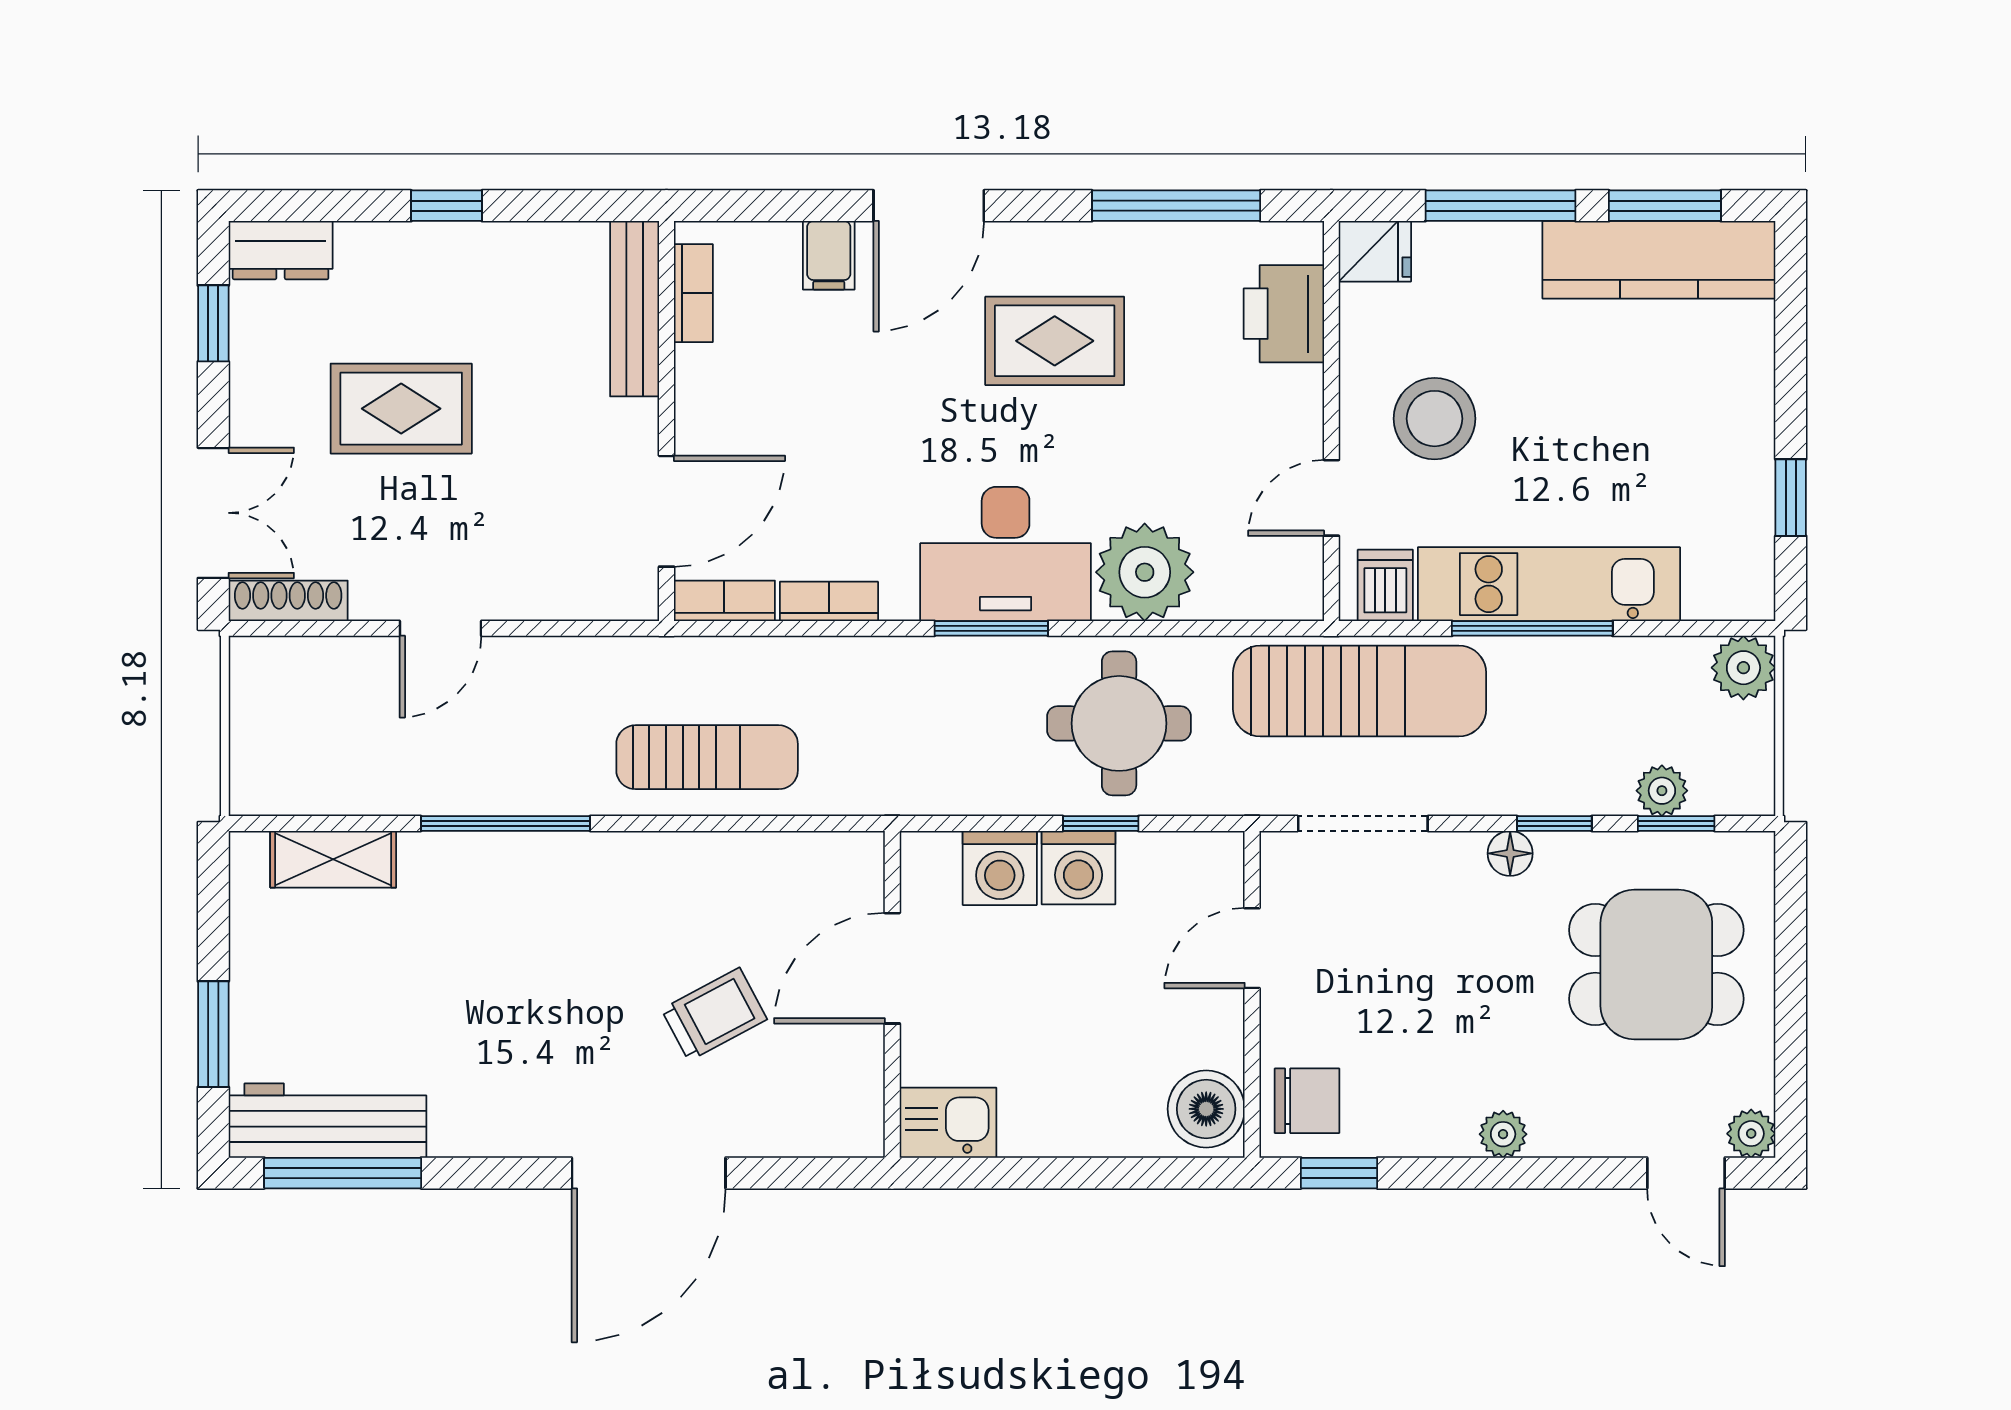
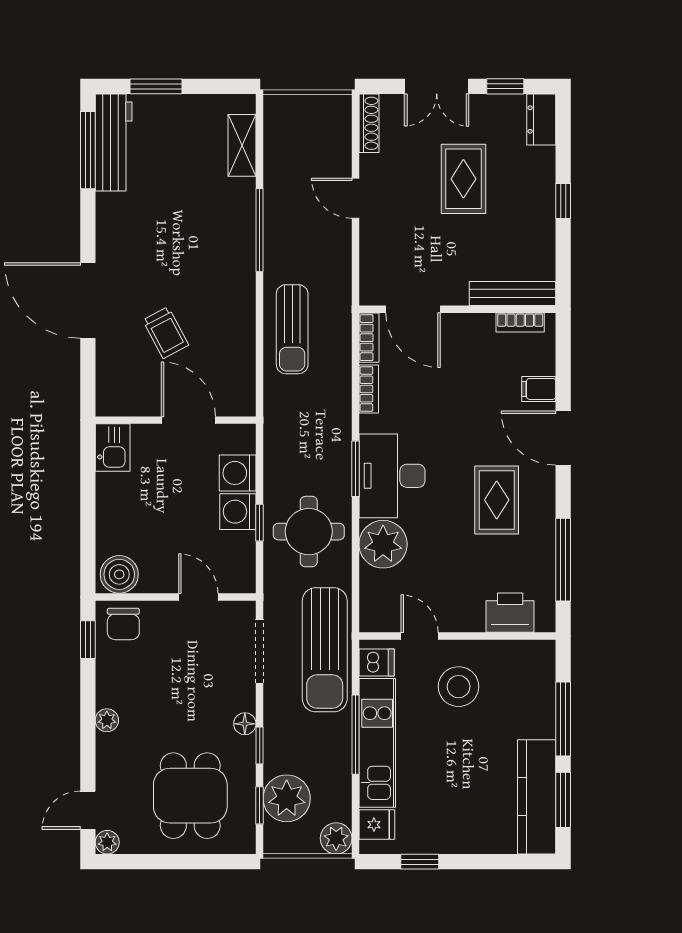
fridge: (1375, 251) -> (377, 825), moved, turned -90
double door: (213, 513) -> (437, 86), moved
plant: (1662, 791) -> (287, 798), width x1.88, depth x1.88

